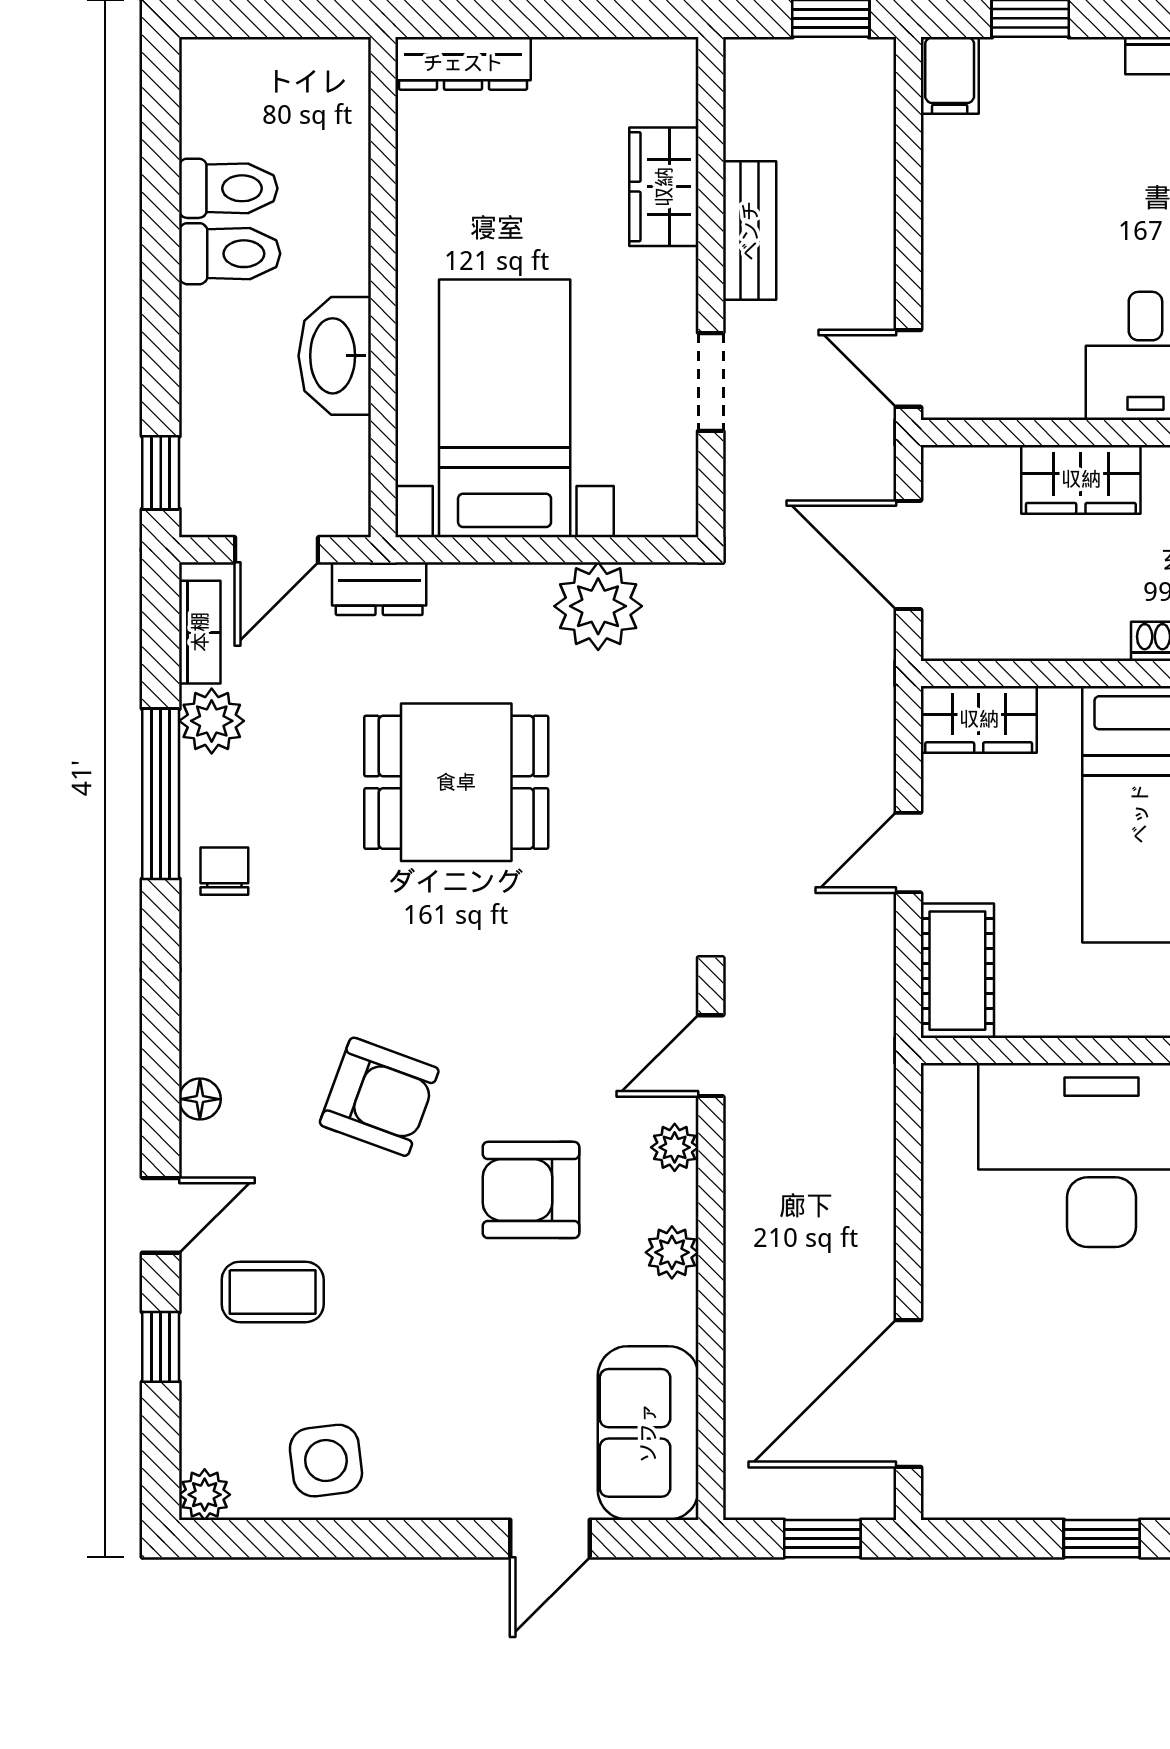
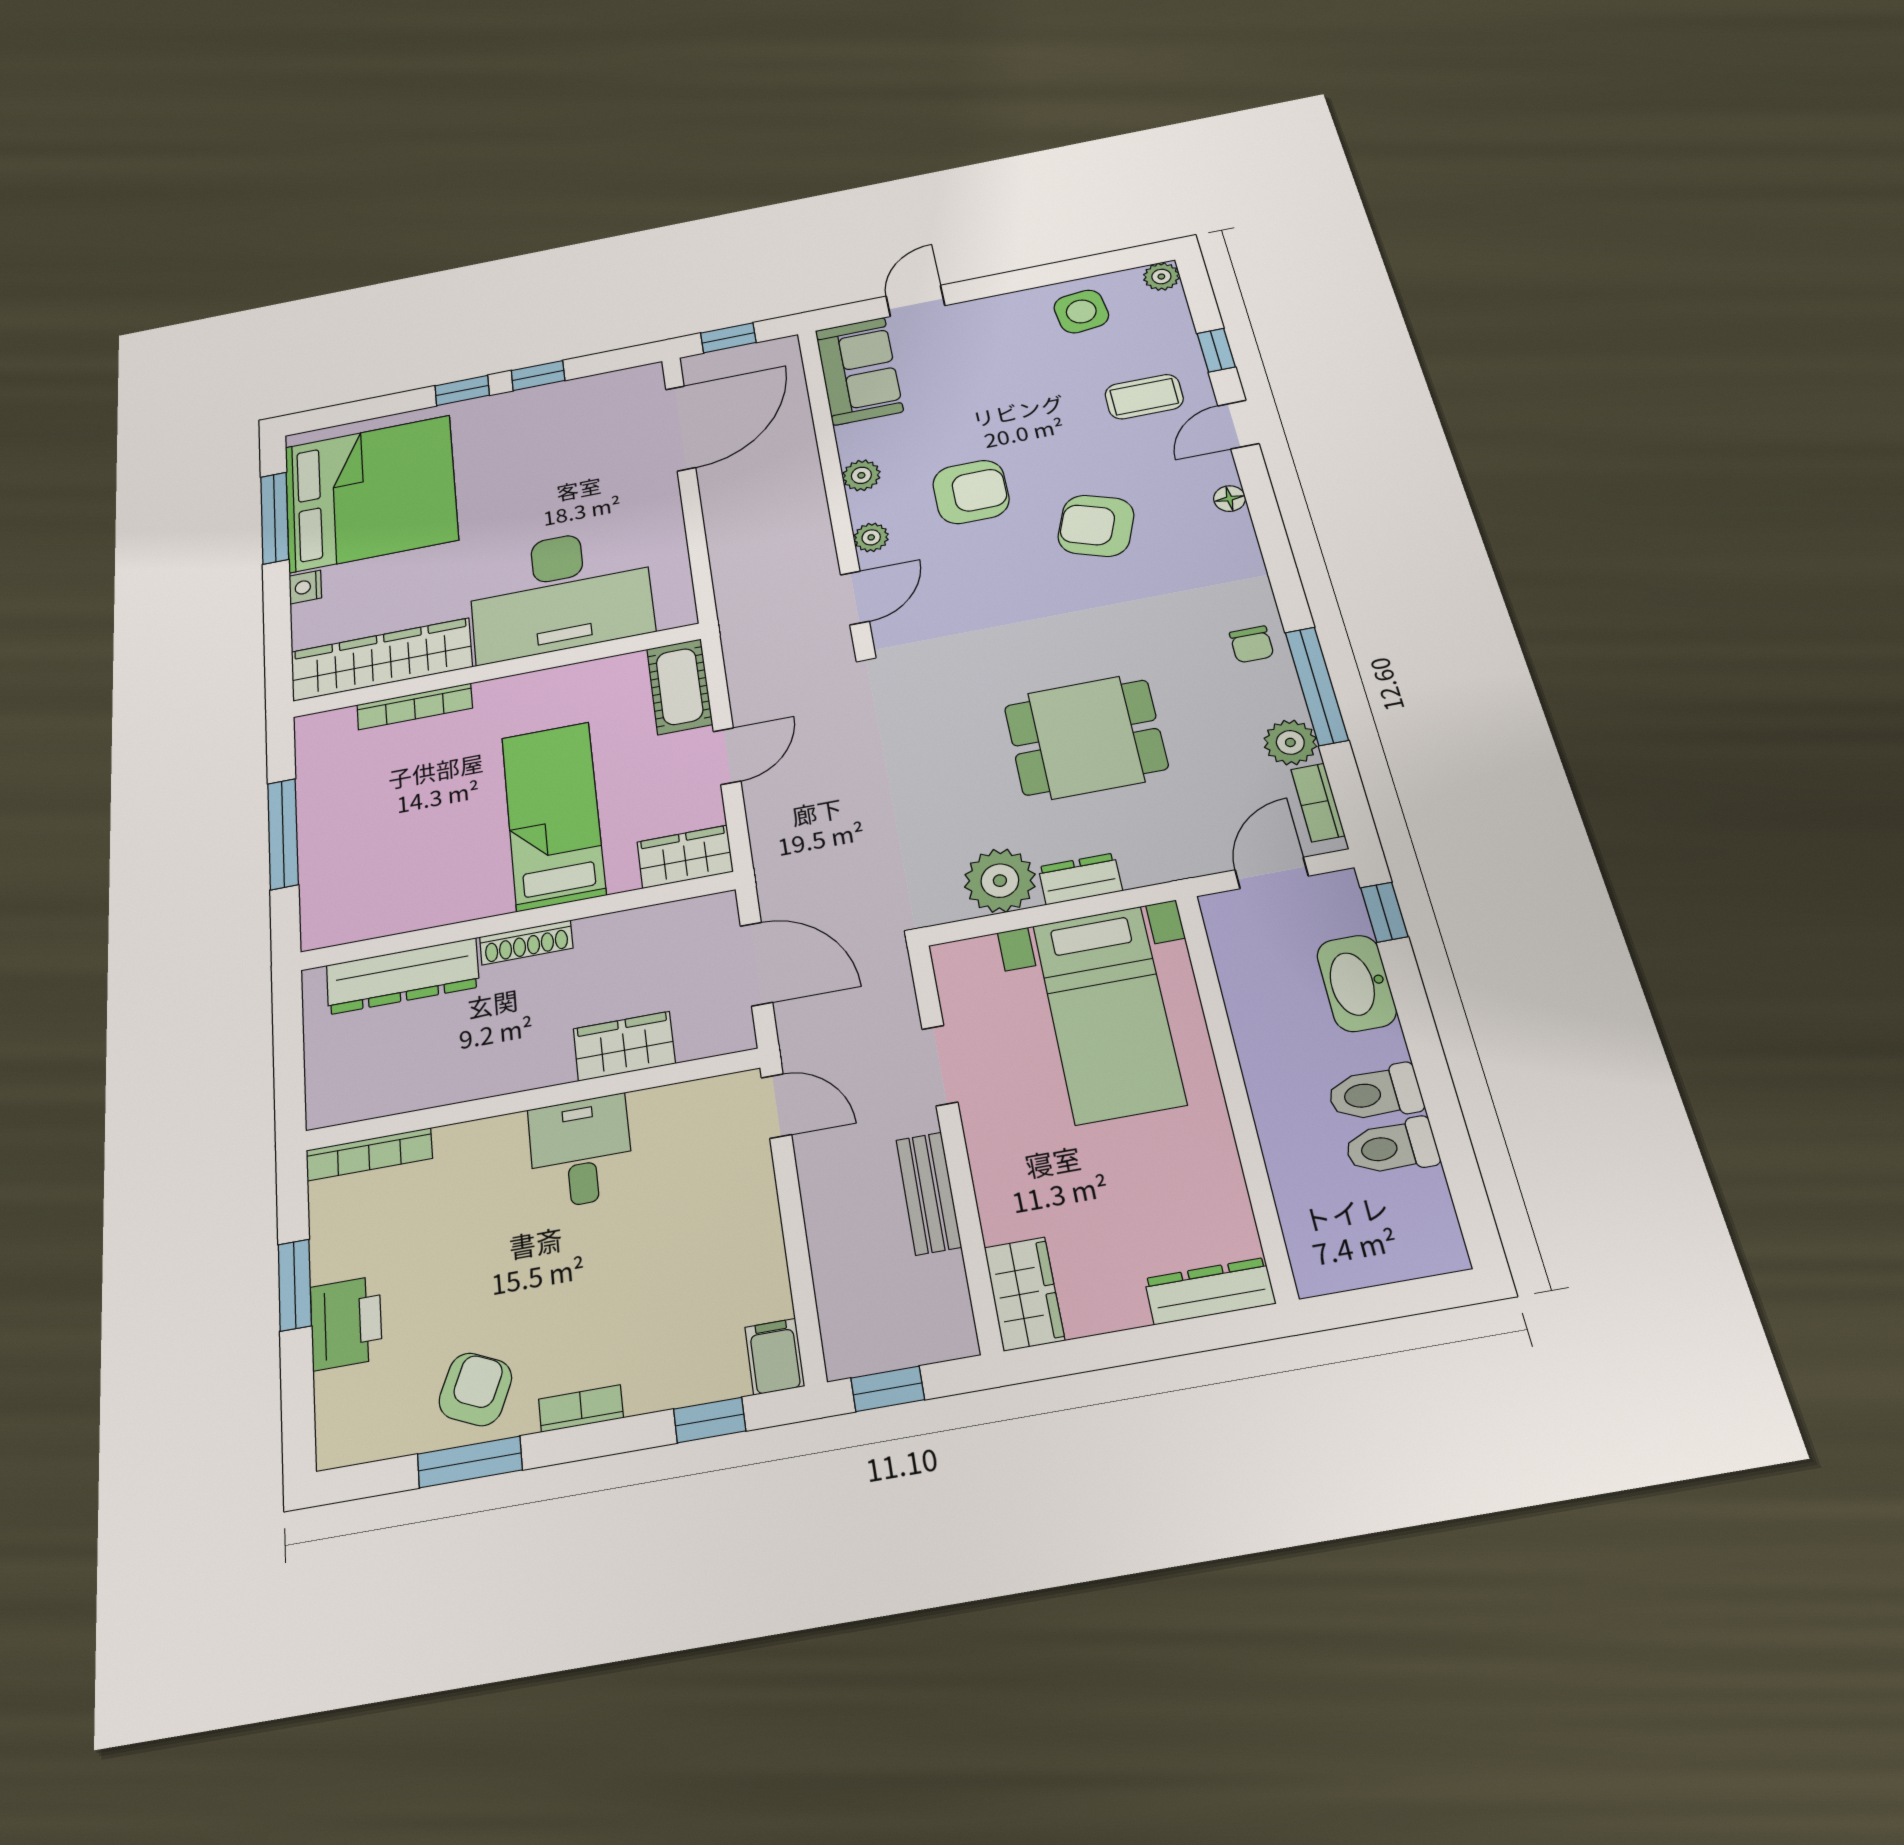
wardrobe: (664, 187) -> (1024, 1294), moved
washbasin: (335, 356) -> (1357, 983), moved, turned 180
dresser: (379, 589) -> (1080, 879), moved

